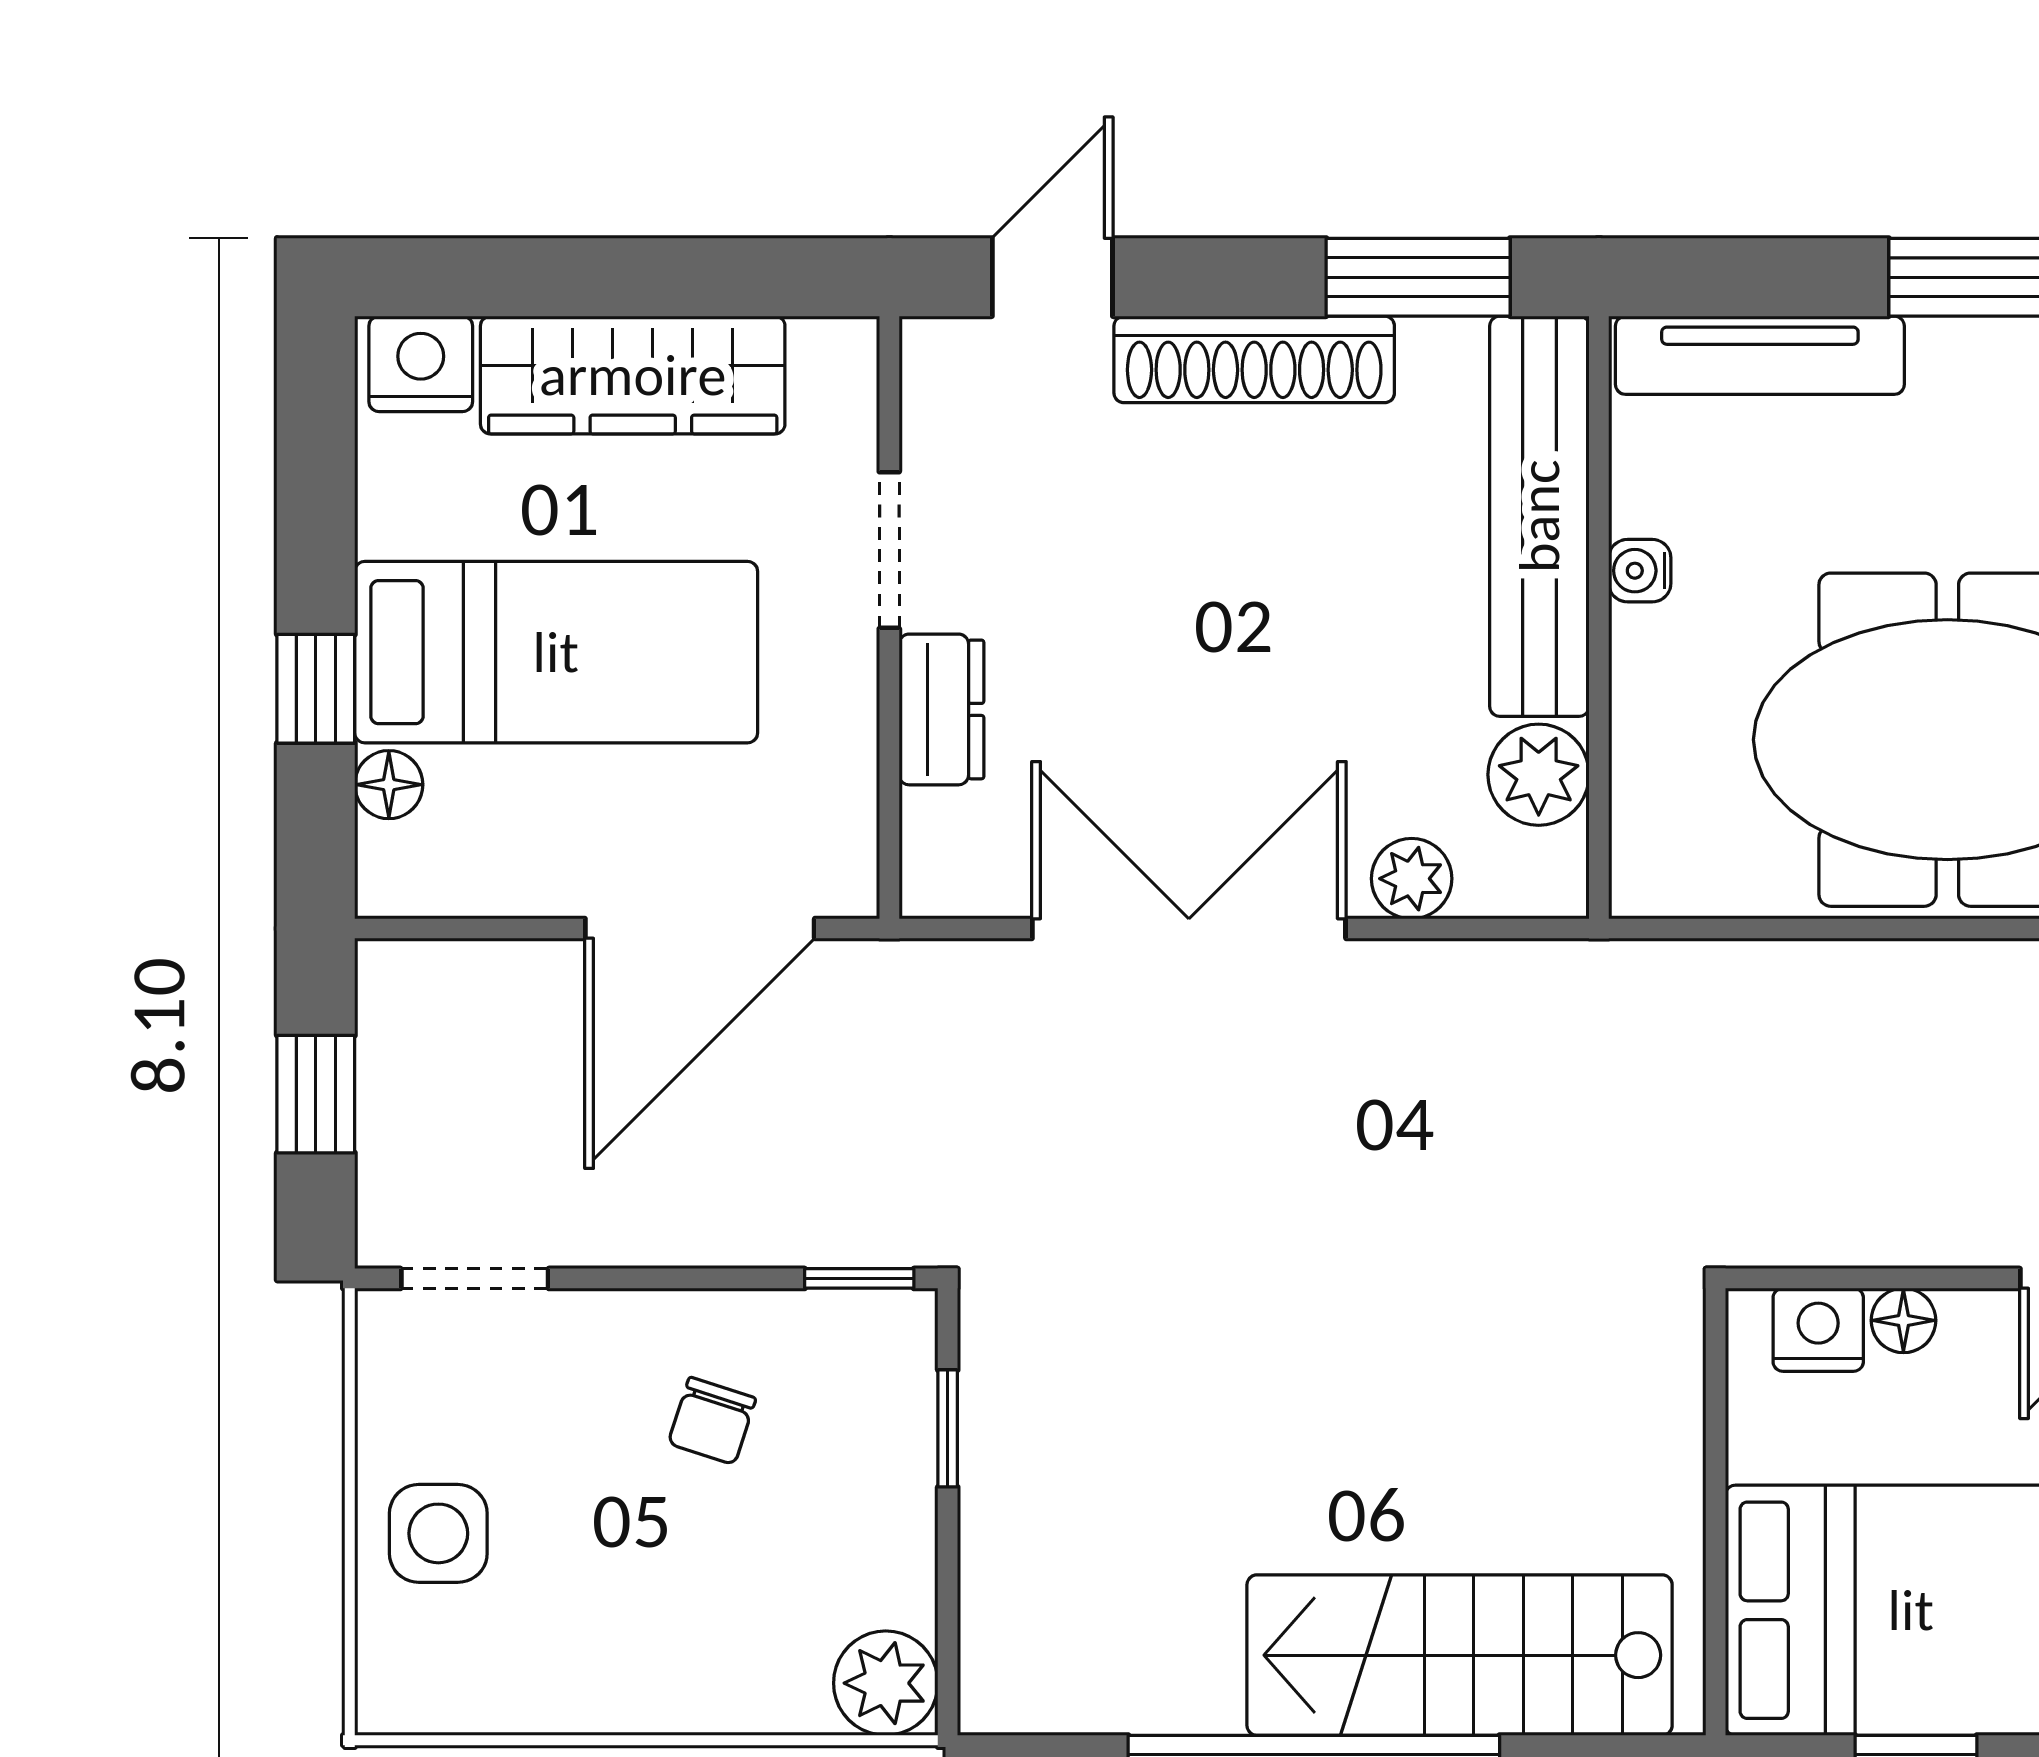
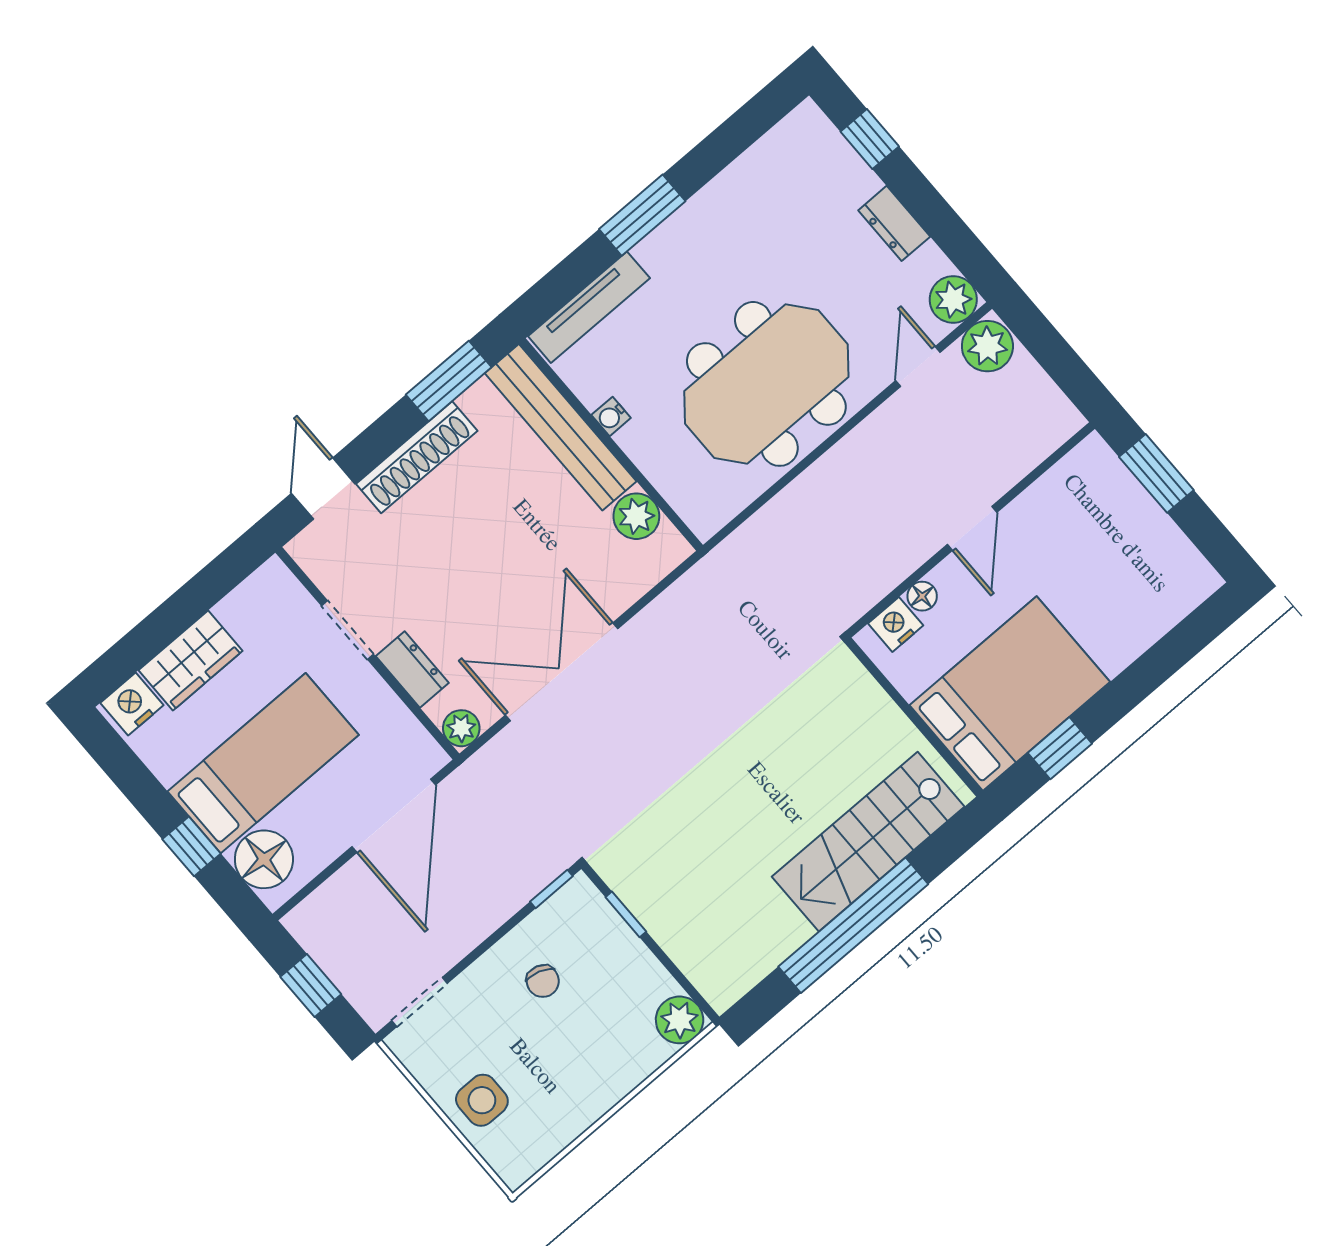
wardrobe: (633, 375) -> (191, 660), width x0.67
floor lamp: (389, 785) -> (264, 859), width x1.89, depth x1.89
plant: (1412, 879) -> (461, 728), moved

